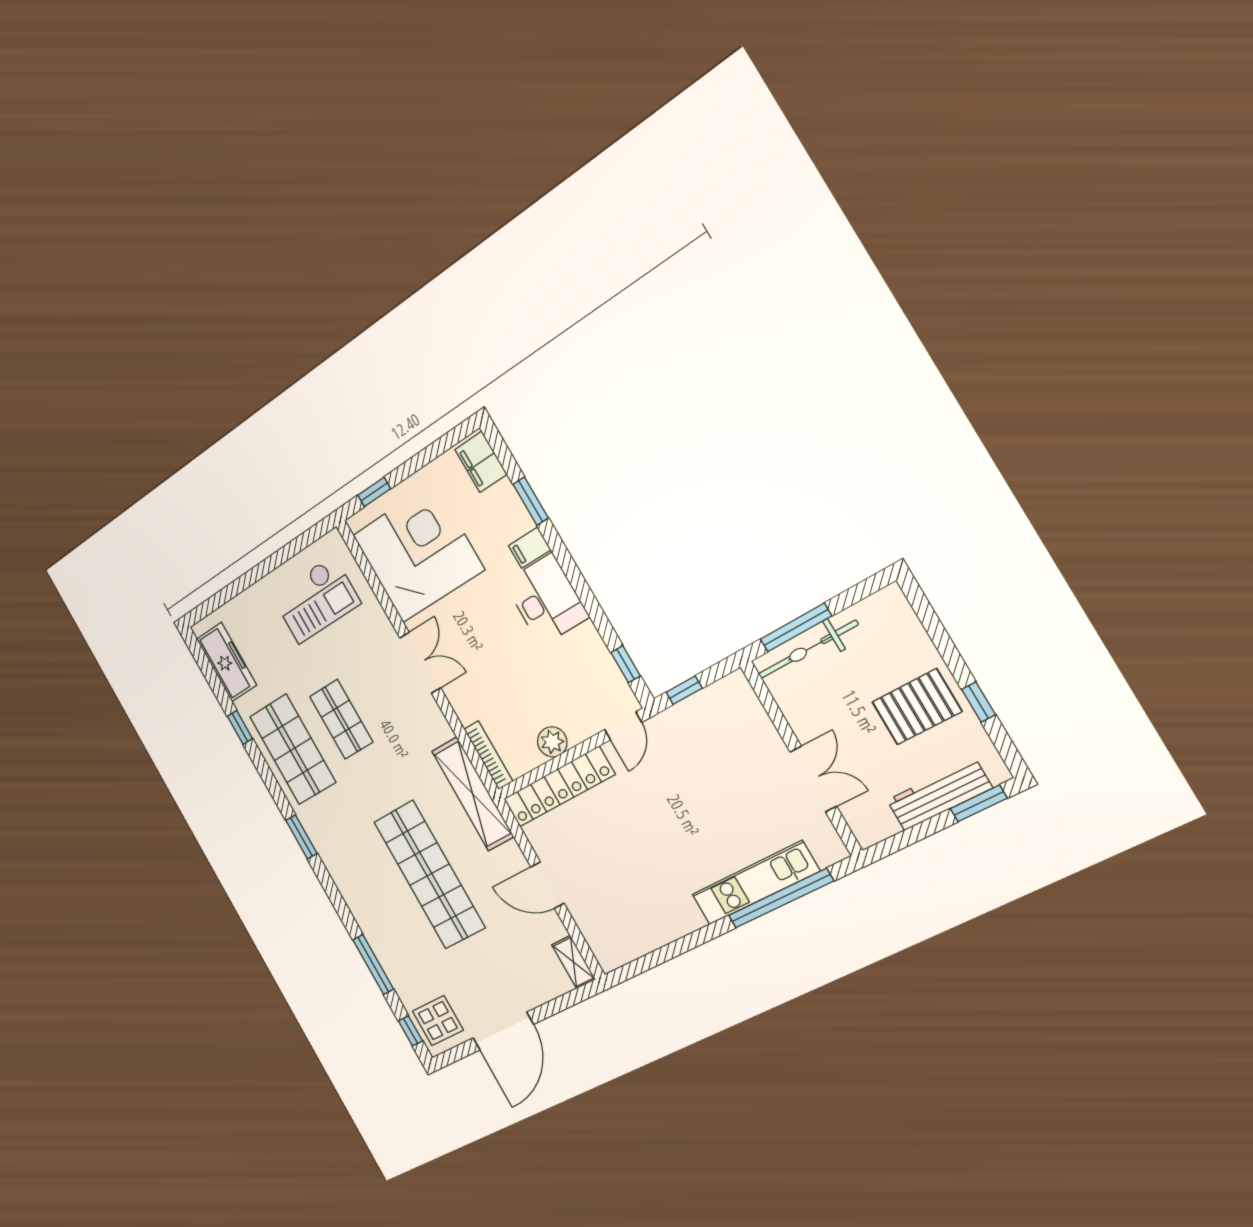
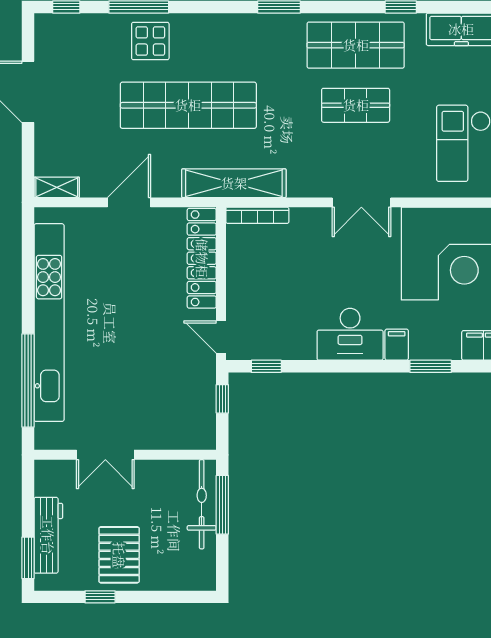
plant: (552, 742) -> (239, 274), removed
kitchen unit: (755, 883) -> (49, 323), width x1.86
display table: (438, 1021) -> (150, 41), moved

